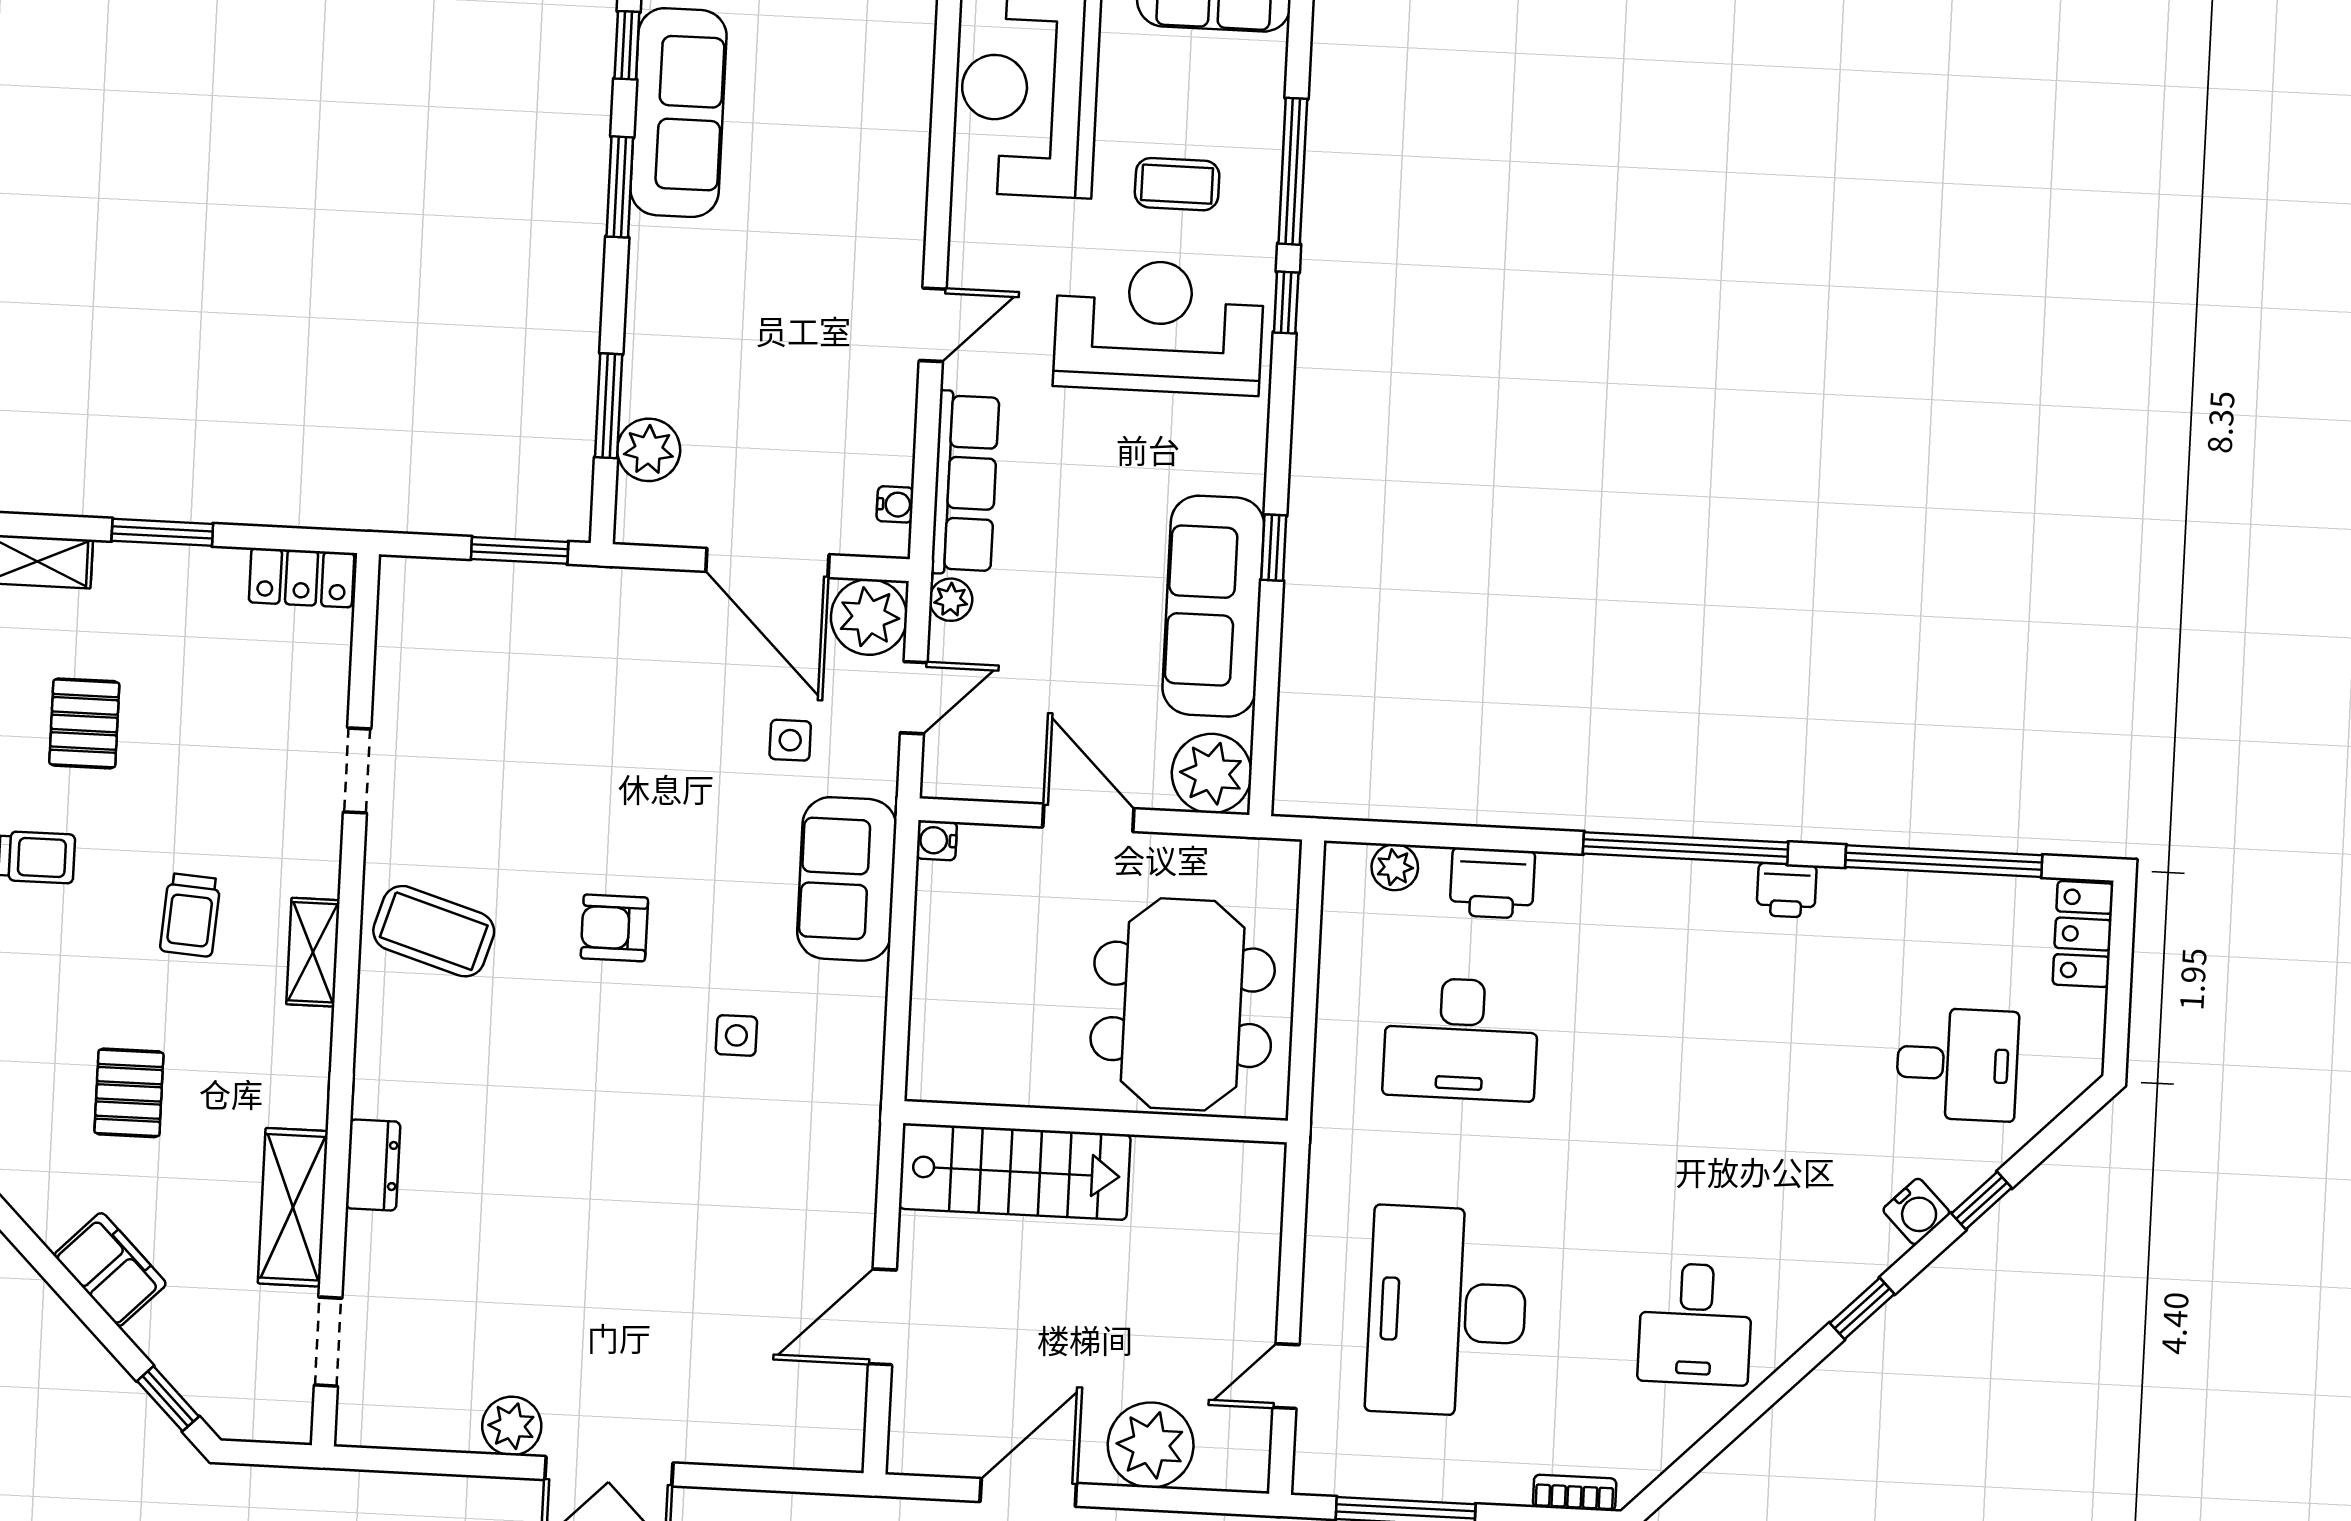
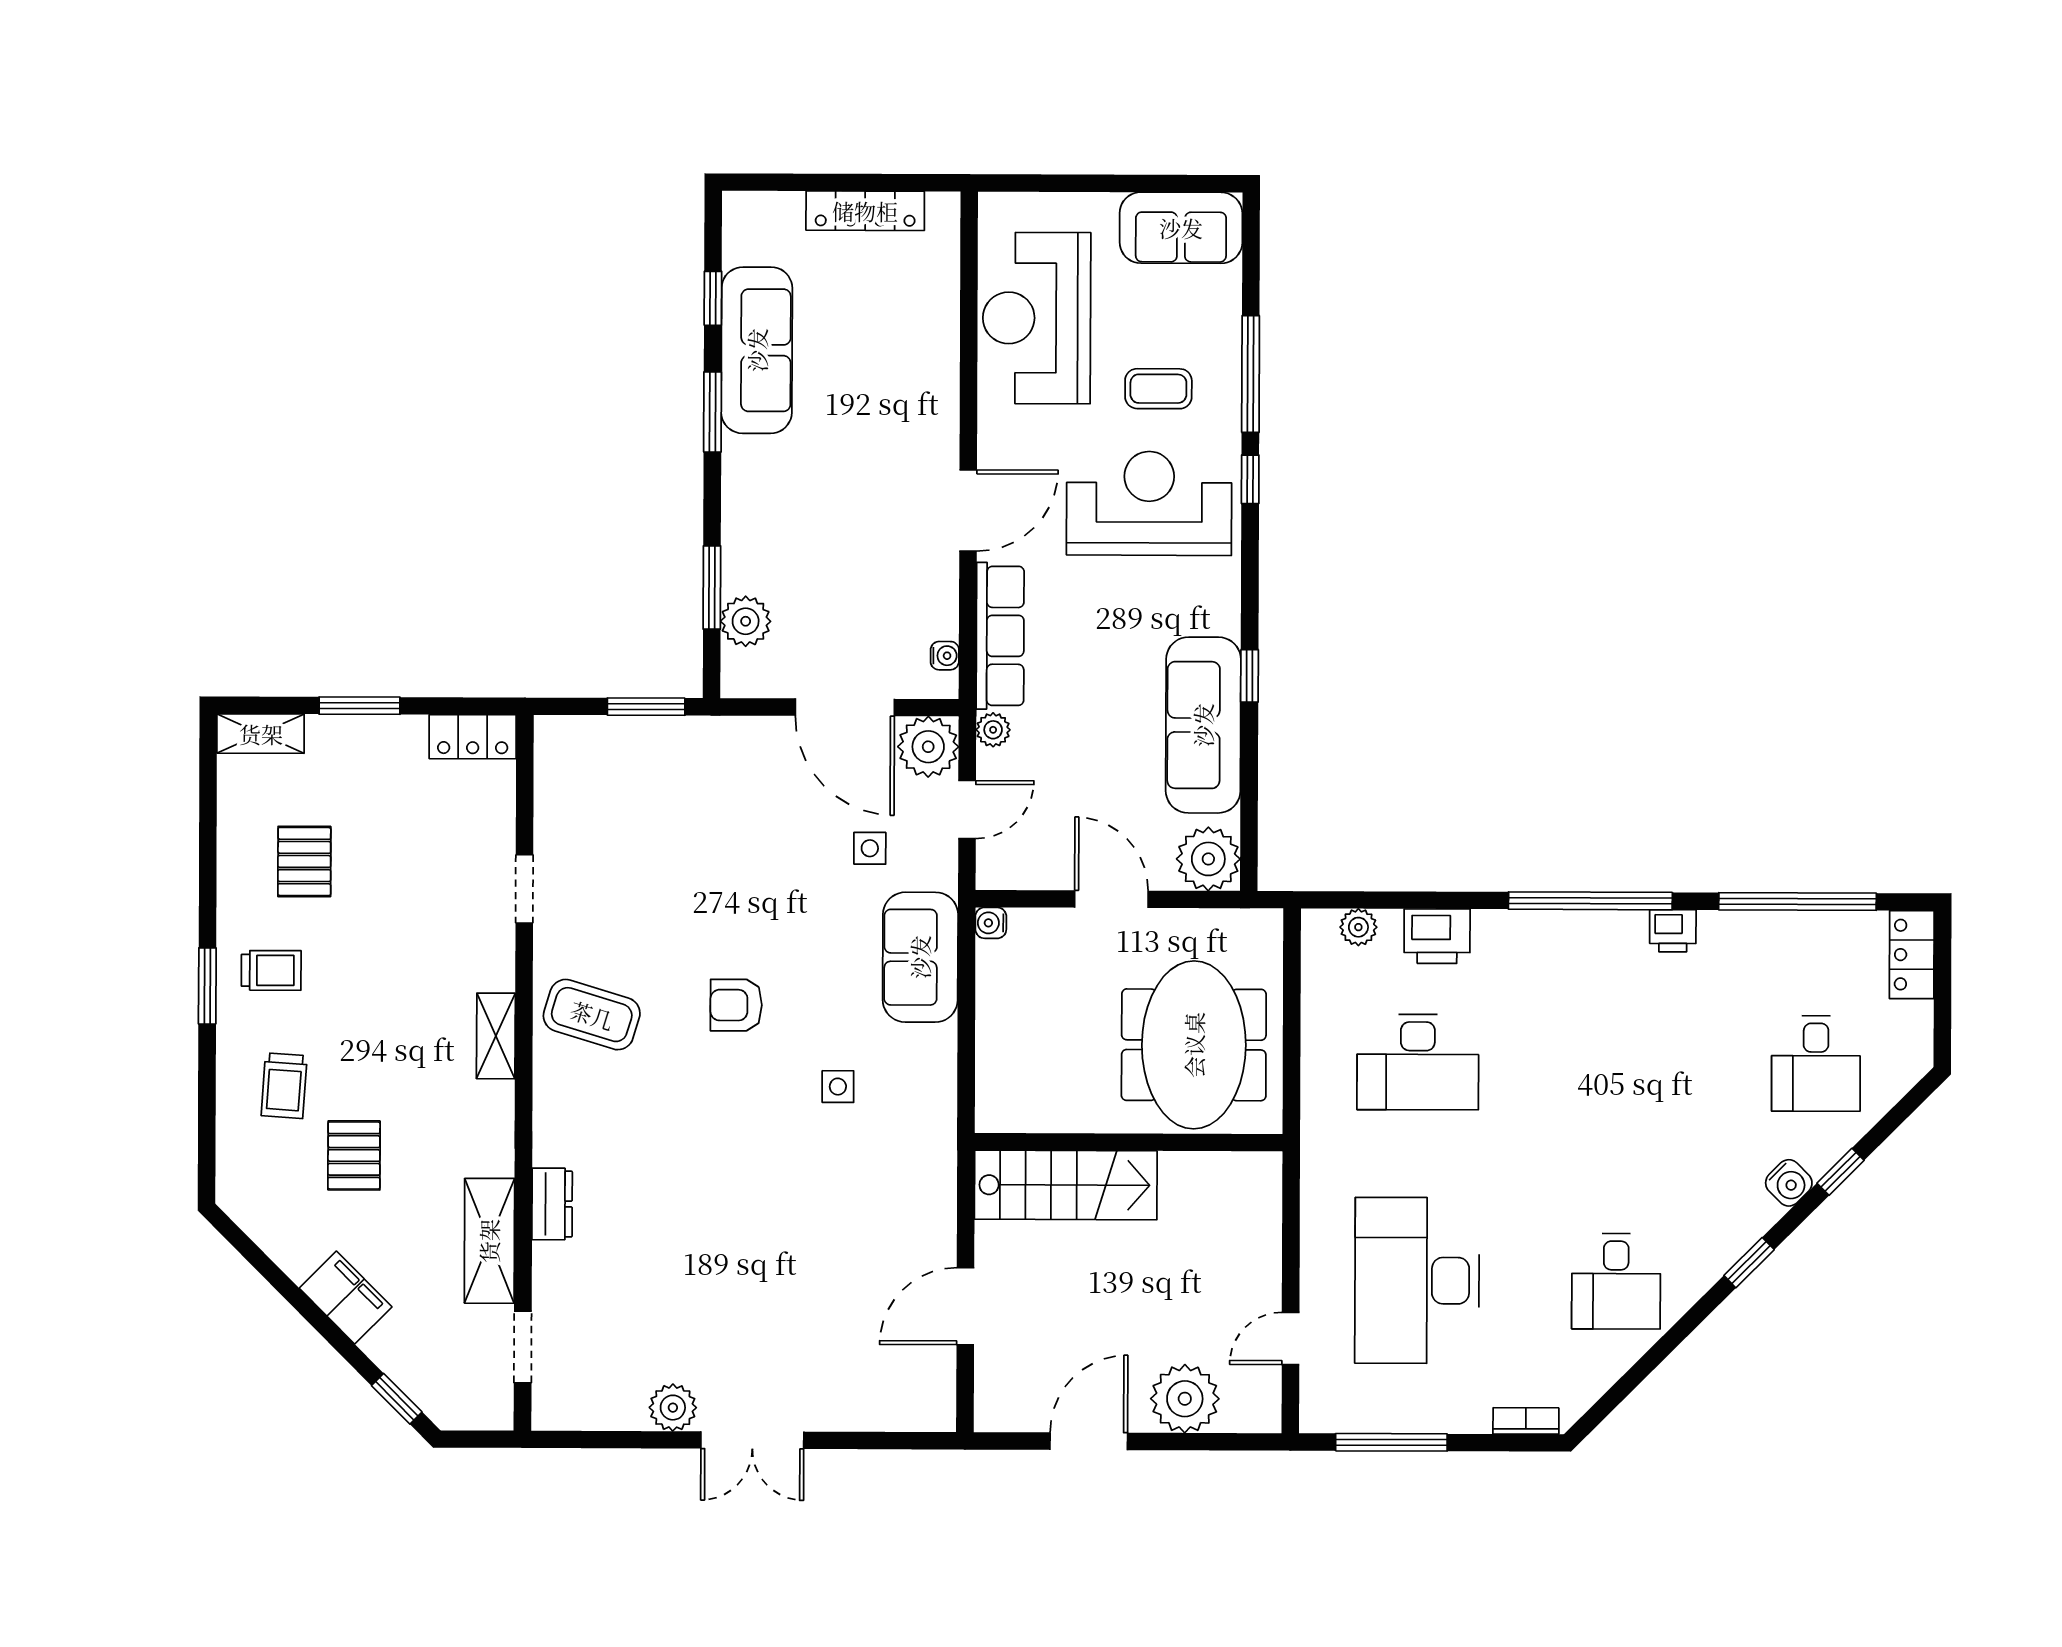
door: (933, 325) -> (968, 510), width x1.38
trolley: (190, 915) -> (284, 1086), moved
desk: (1957, 1064) -> (1816, 1063), turned 90

